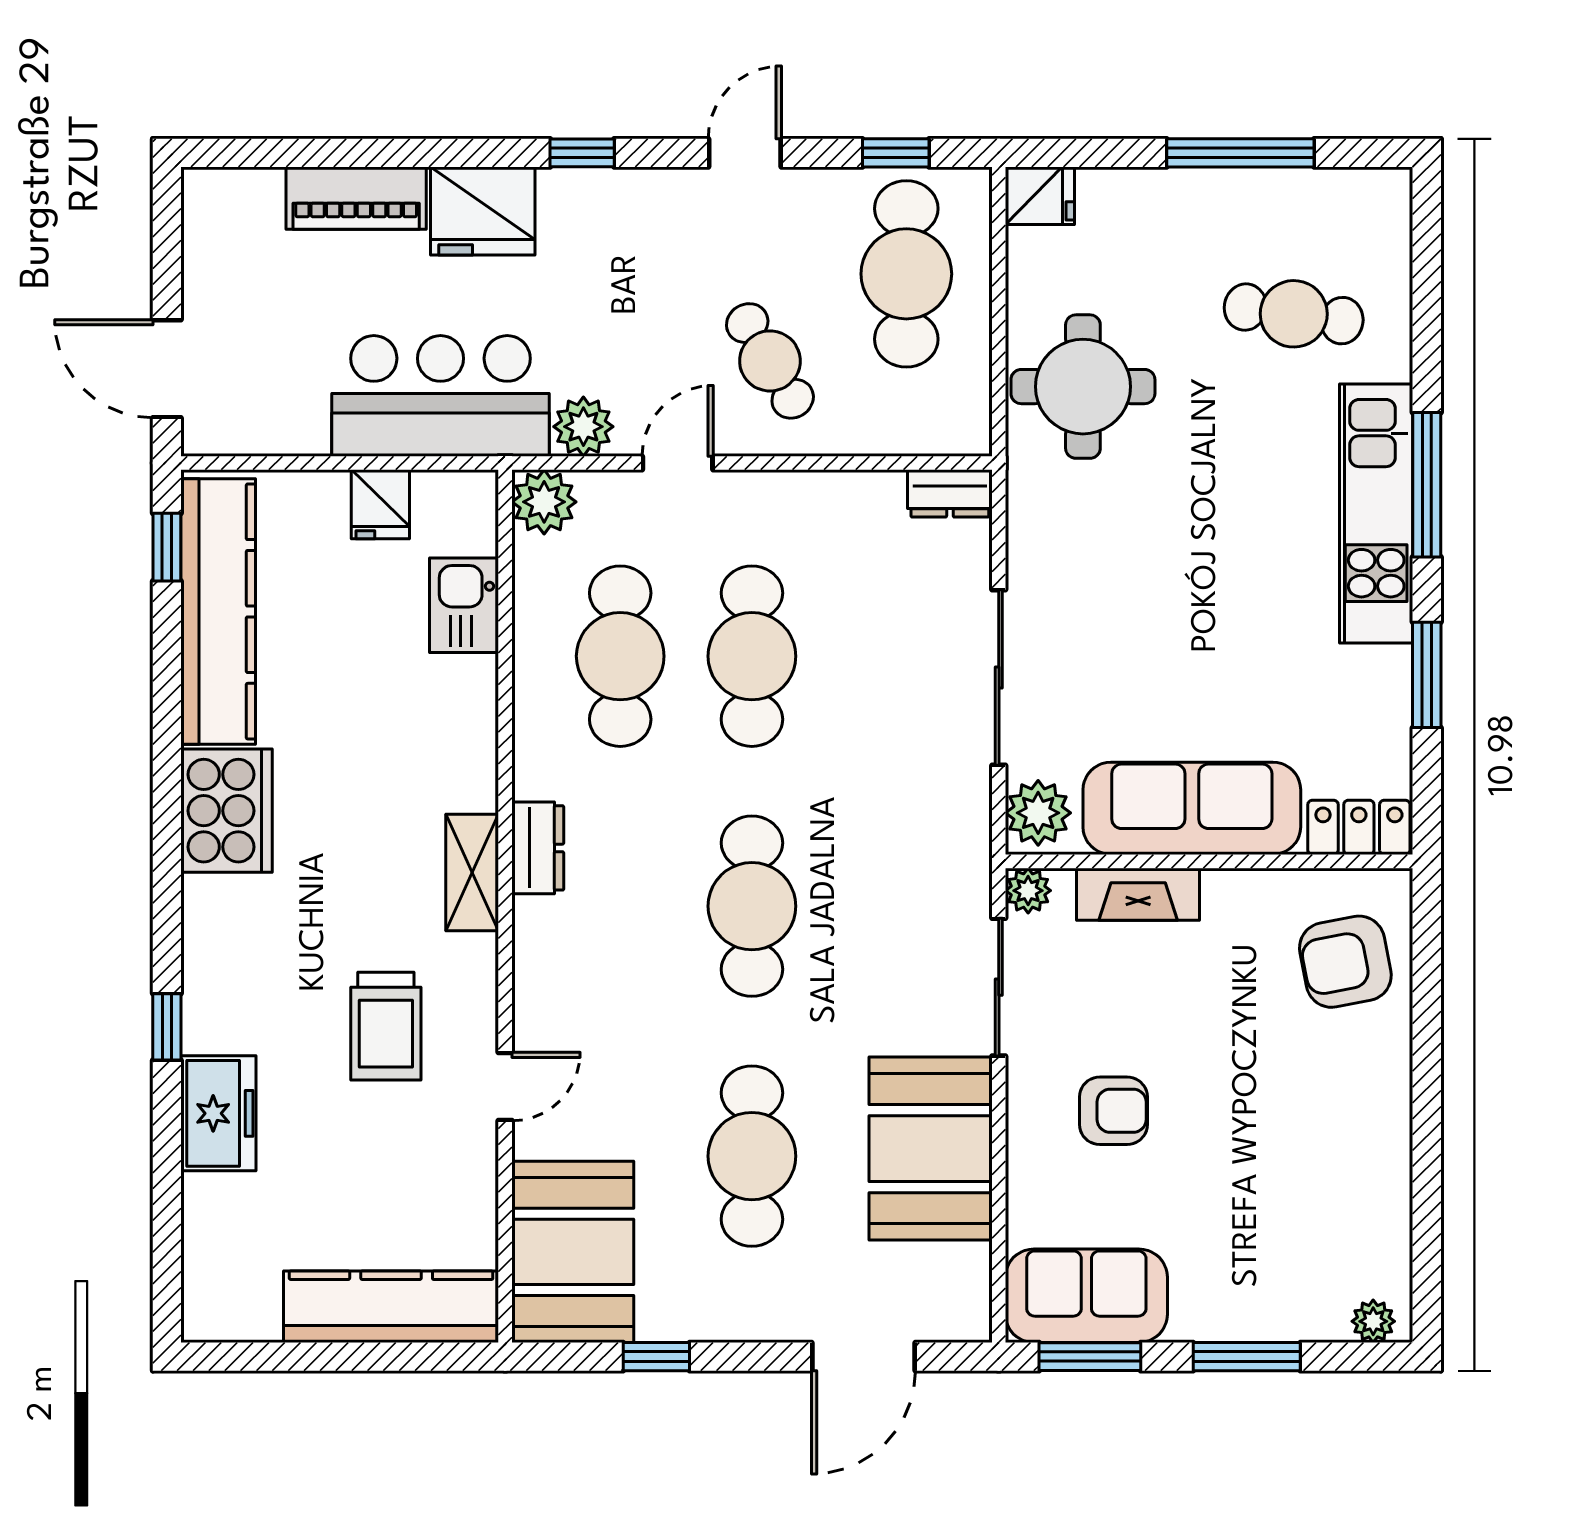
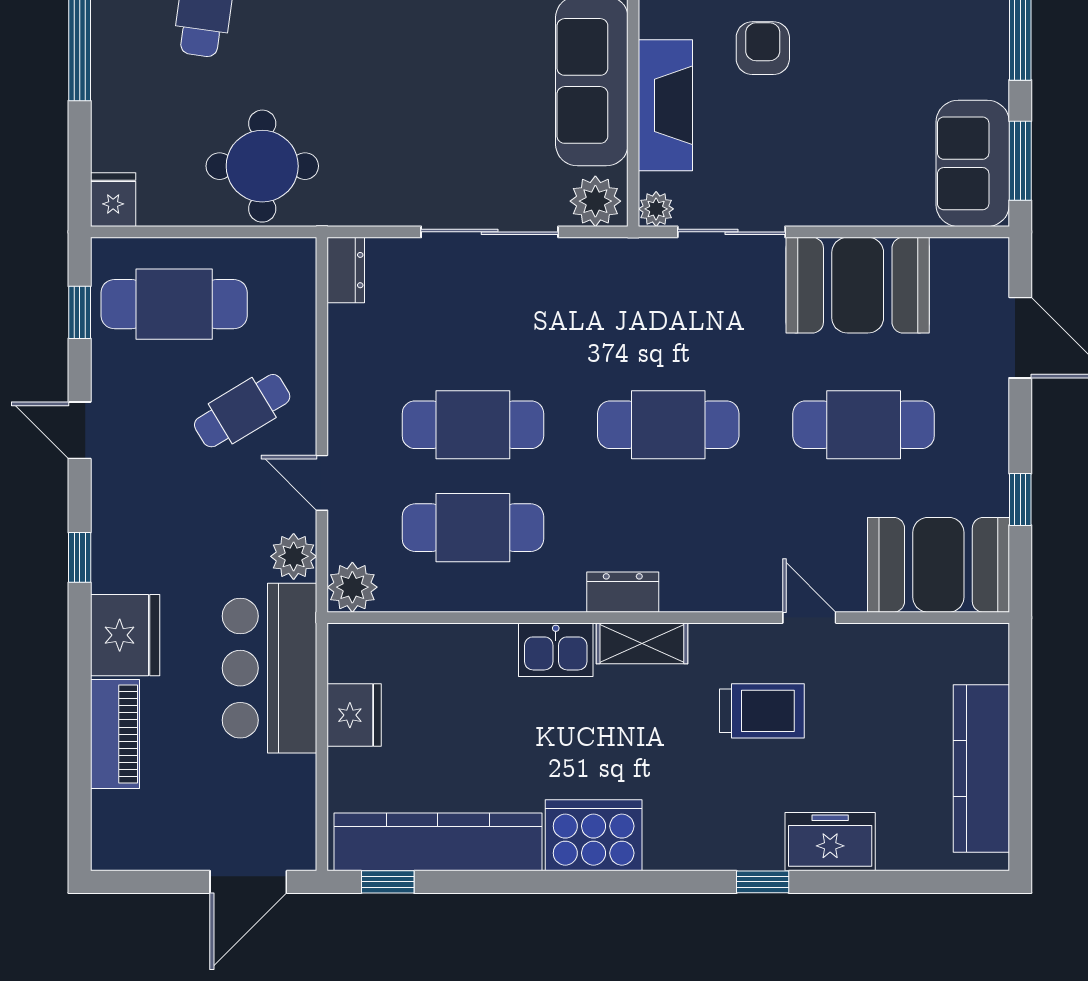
fridge: (380, 504) -> (354, 715), width x1.38
kitchen sink: (464, 605) -> (556, 650), moved
fireplace: (1138, 894) -> (665, 105), width x1.37, depth x1.32
armchair: (1113, 1111) -> (763, 48), moved
kitchen counter: (391, 1307) -> (981, 769), moved

